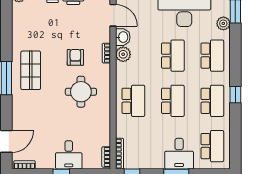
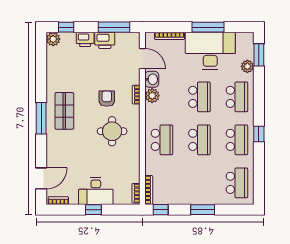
desk: (179, 154) -> (205, 190), removed
desk: (69, 155) -> (96, 191), width x1.37

